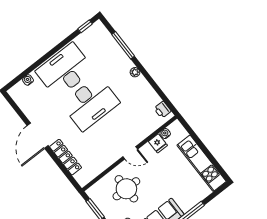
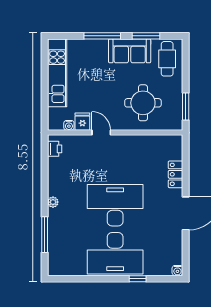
window: (85, 26) -> (138, 279), moved
water cooler: (28, 80) -> (177, 271), moved
door: (130, 153) -> (101, 133), moved
locker: (66, 157) -> (176, 174), width x0.66

